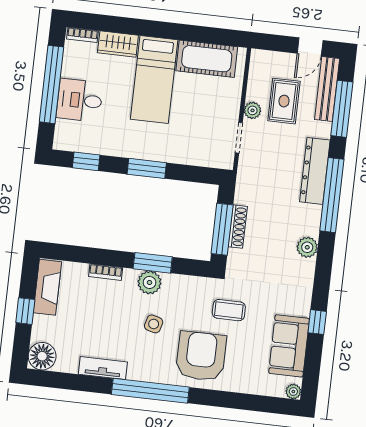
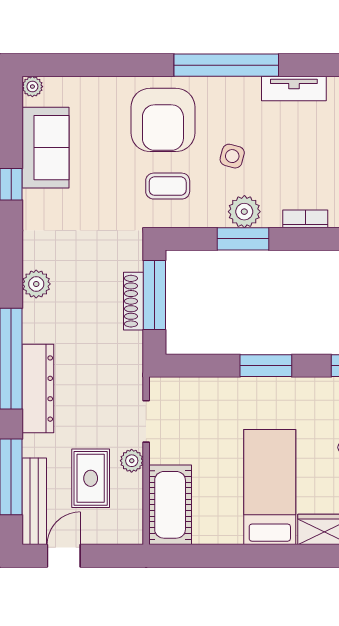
cot: (207, 59) -> (170, 505), moved, turned 90
coffee table: (229, 310) -> (168, 186), moved

